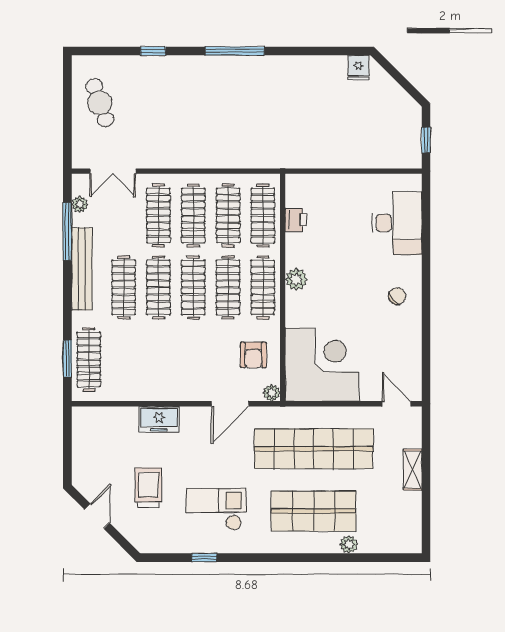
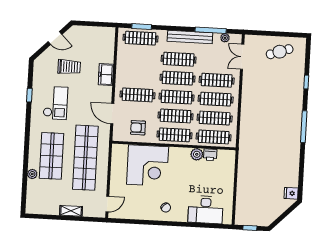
plant: (296, 279) -> (197, 154), moved
clothes rail: (193, 359) -> (137, 95), added
corner desk: (322, 365) -> (148, 166), moved
plant: (272, 393) -> (117, 137), removed

